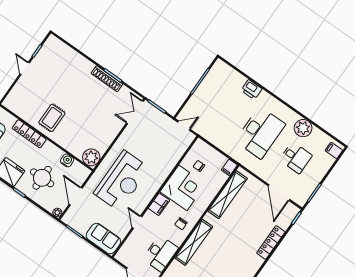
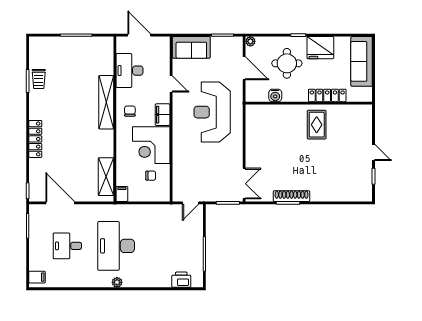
printer: (252, 90) -> (181, 280), moved
plant: (303, 128) -> (117, 282), moved, width x0.53, depth x0.53
plant: (91, 157) -> (255, 114), removed
shelving: (228, 195) -> (106, 177), width x0.68
locker: (271, 242) -> (35, 139), moved

